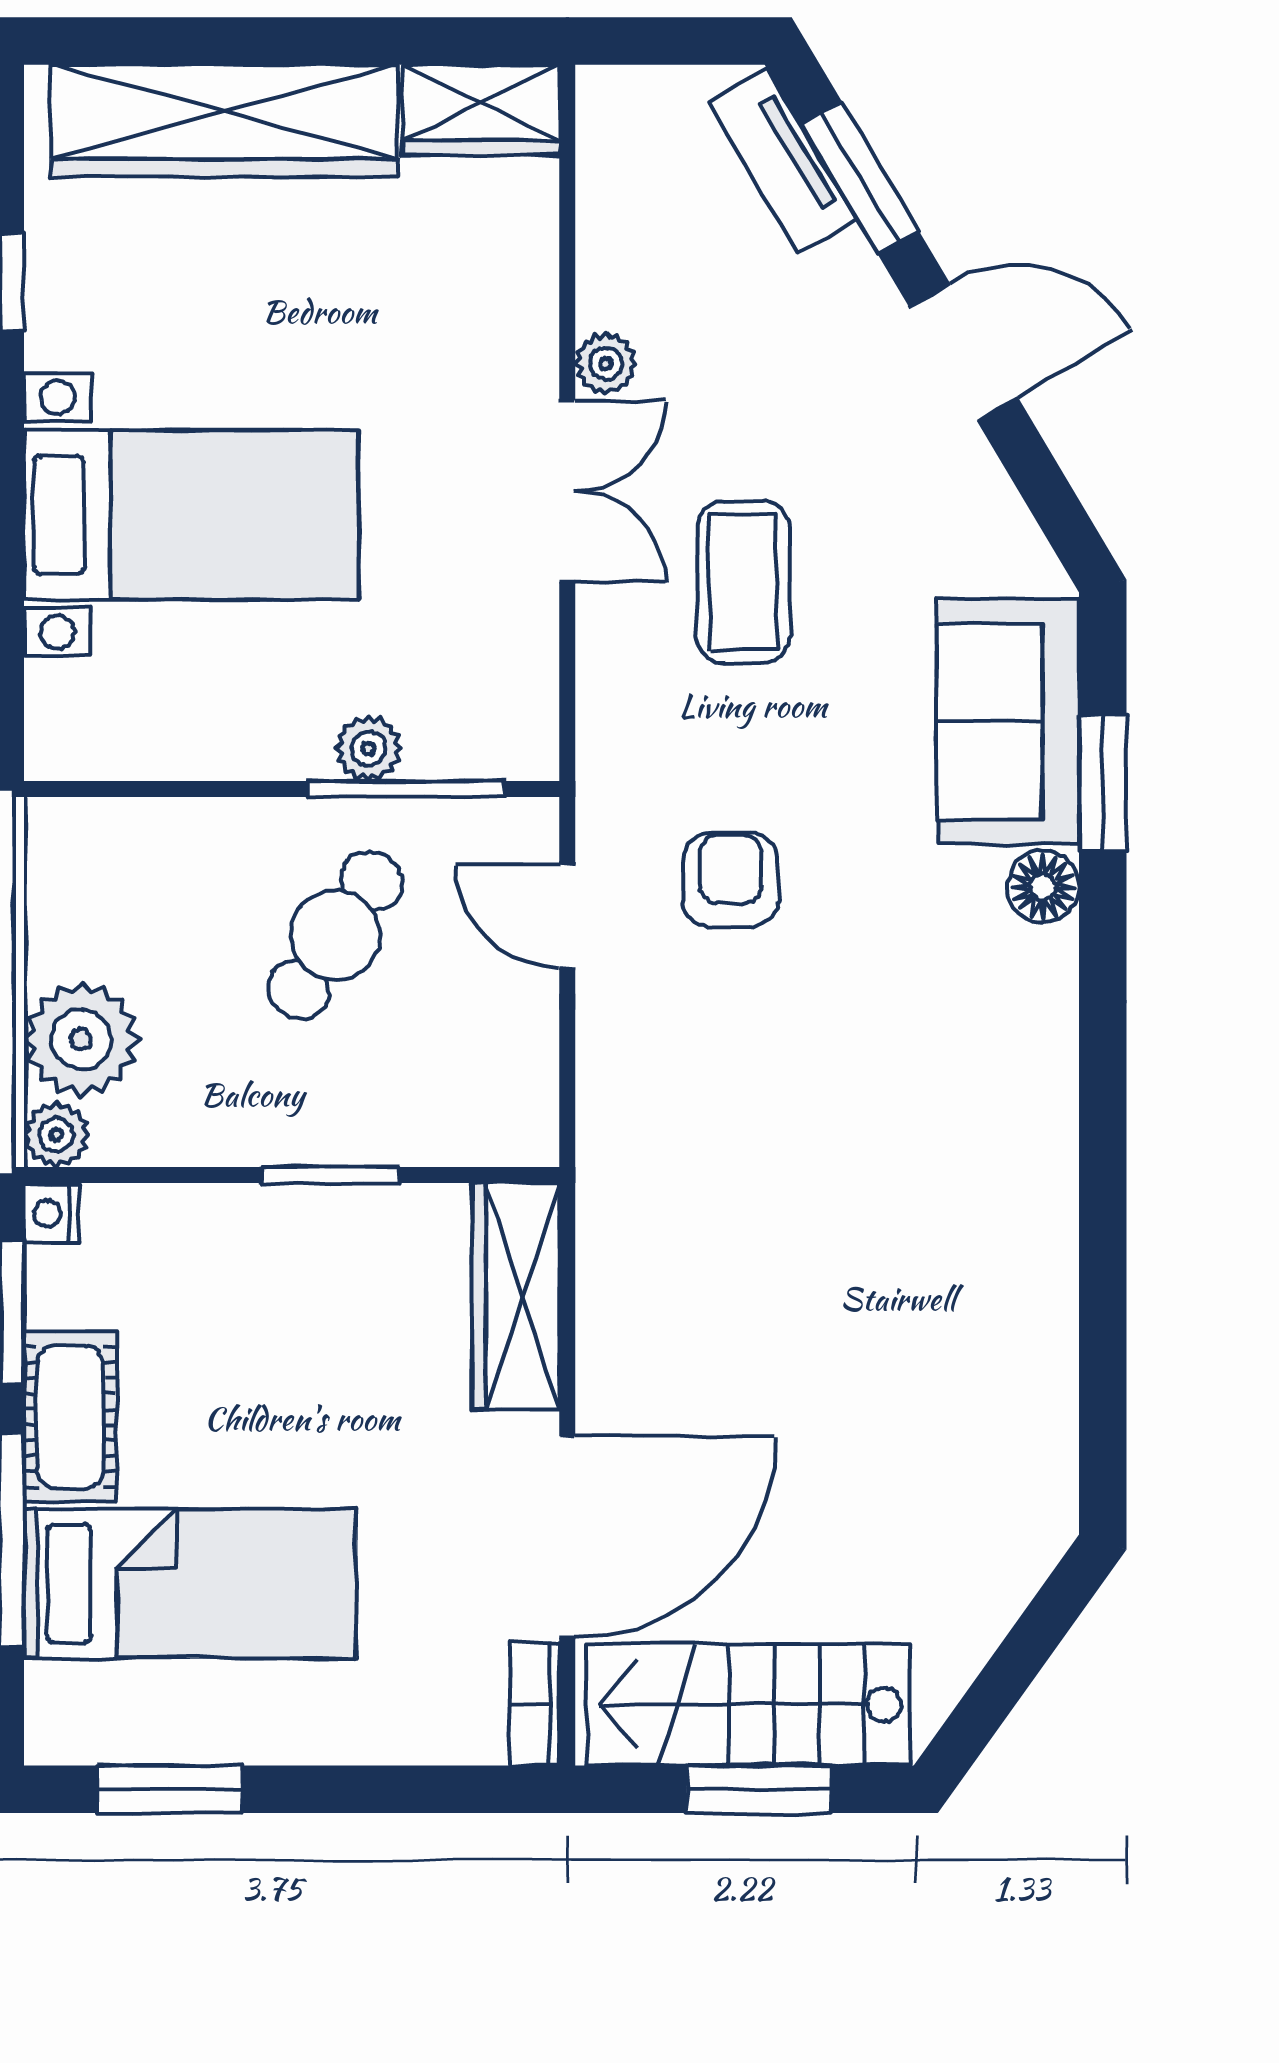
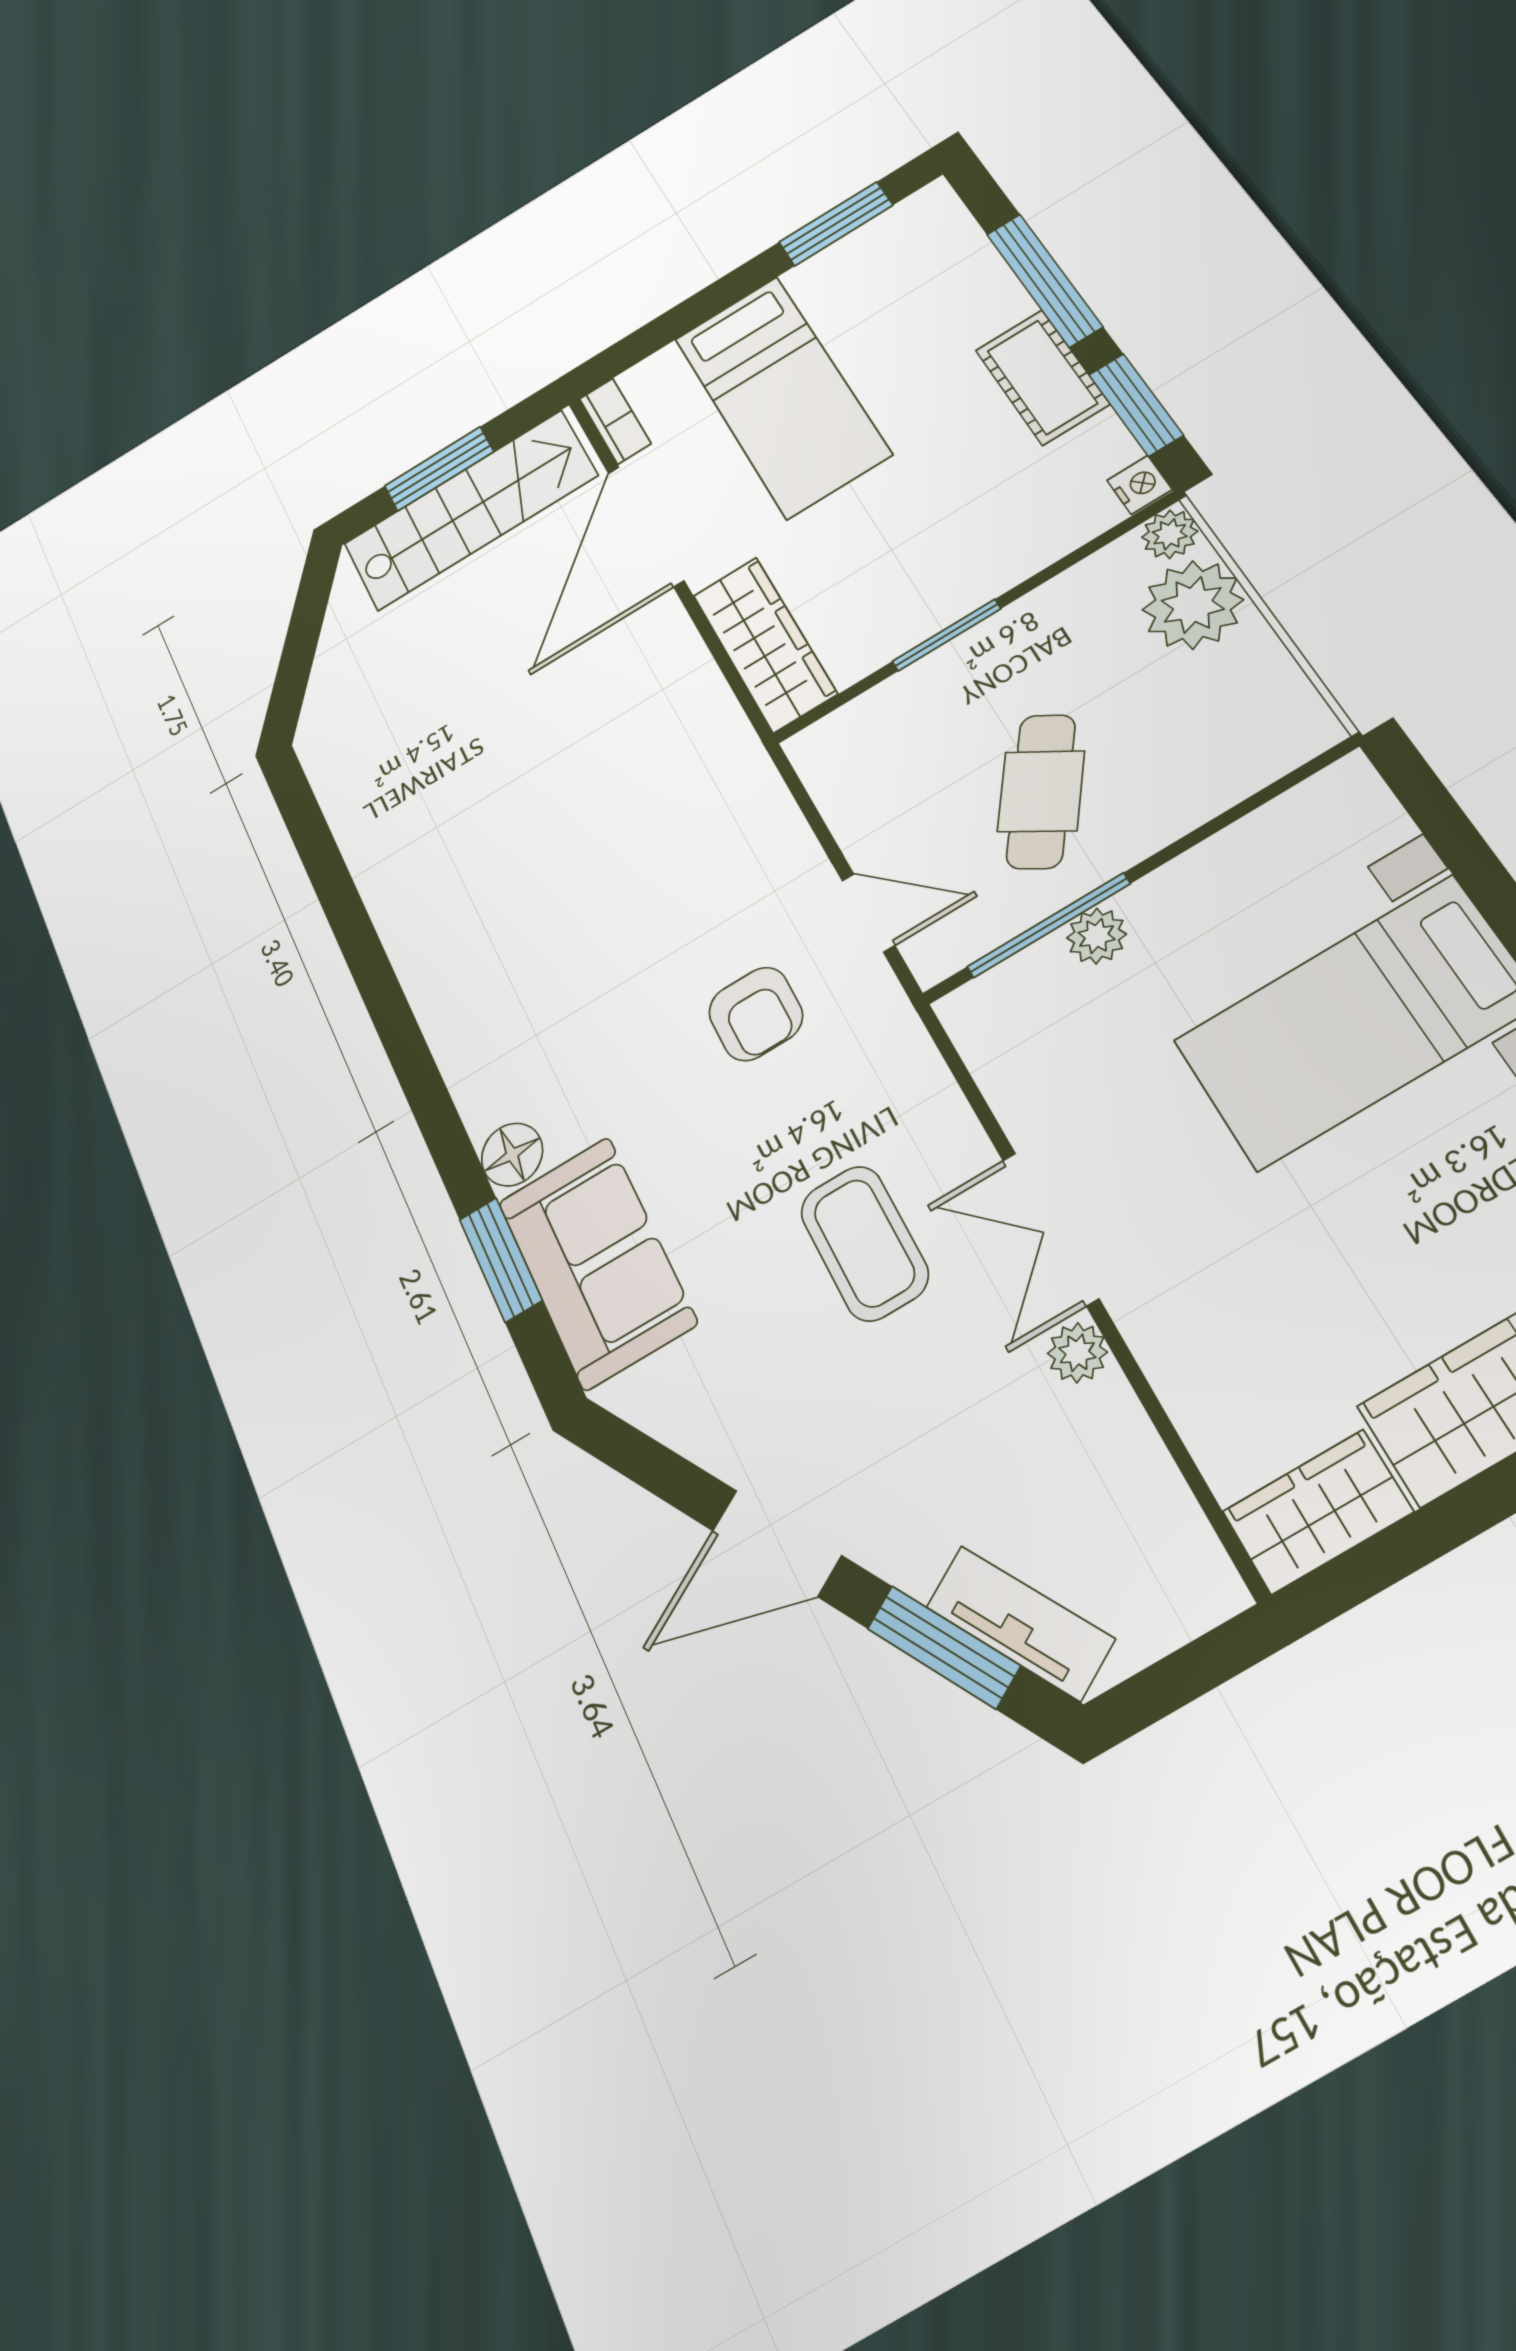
bed: (190, 1583) -> (781, 396), moved, turned -90

